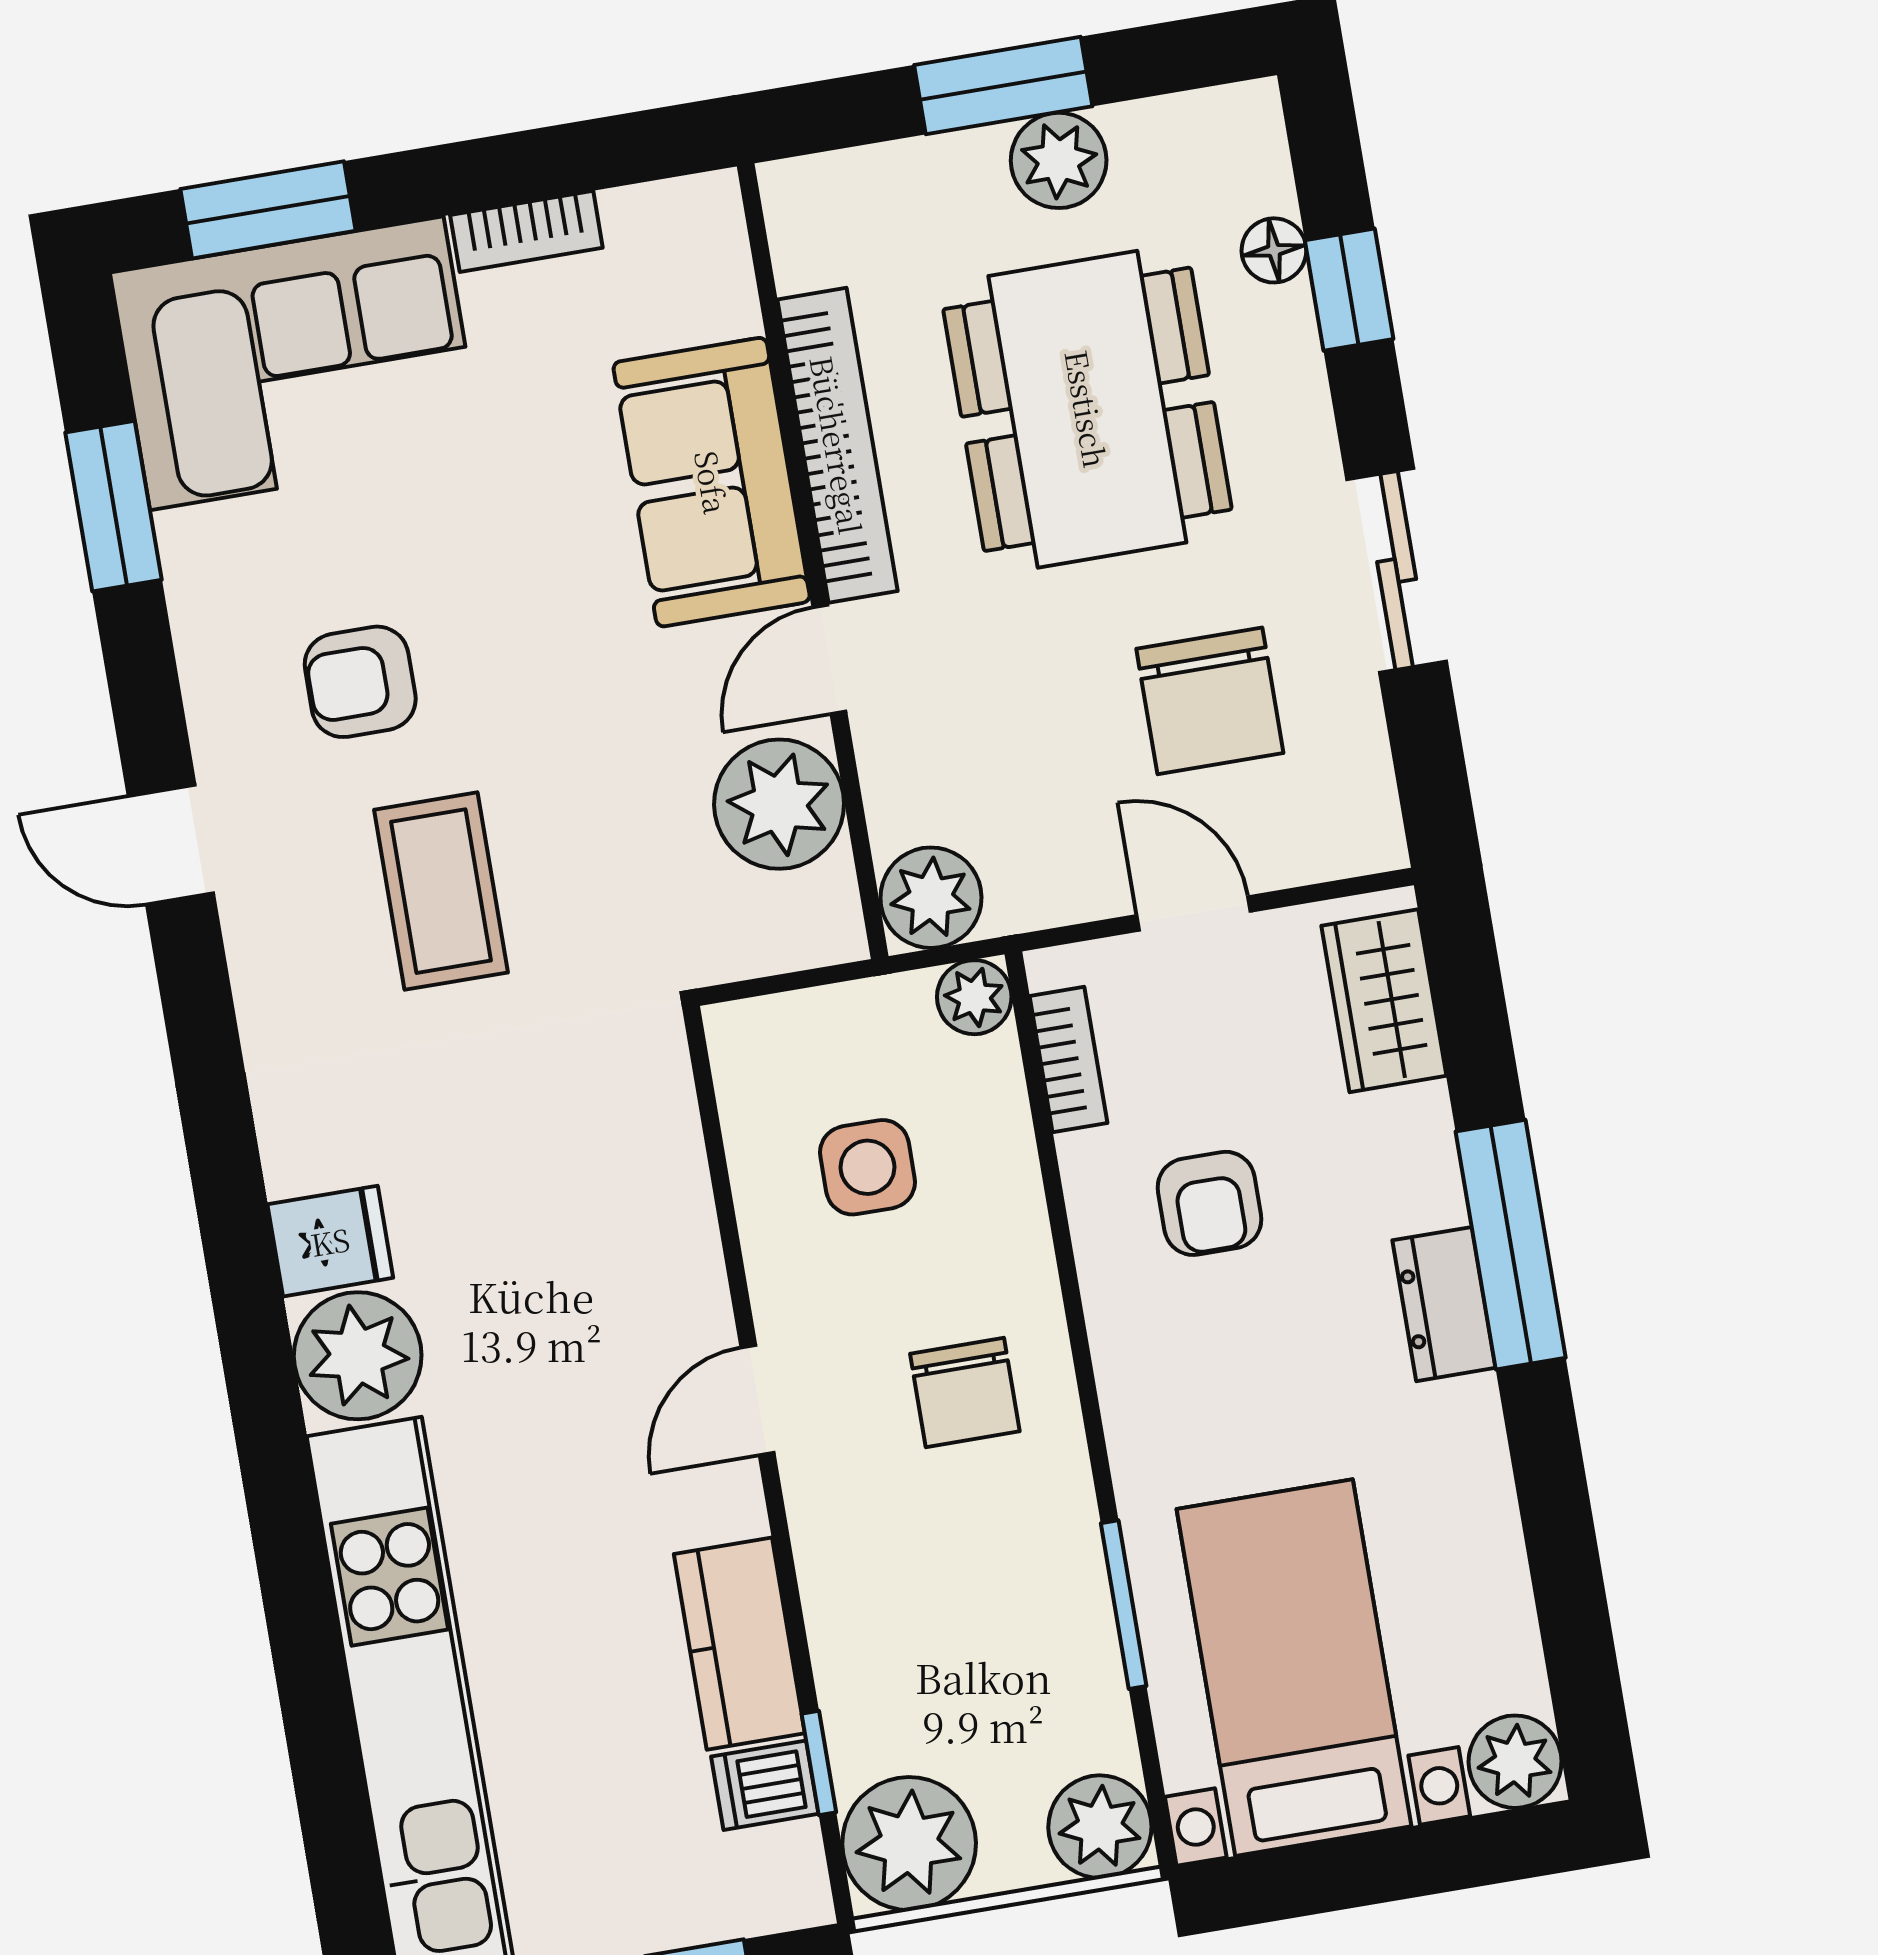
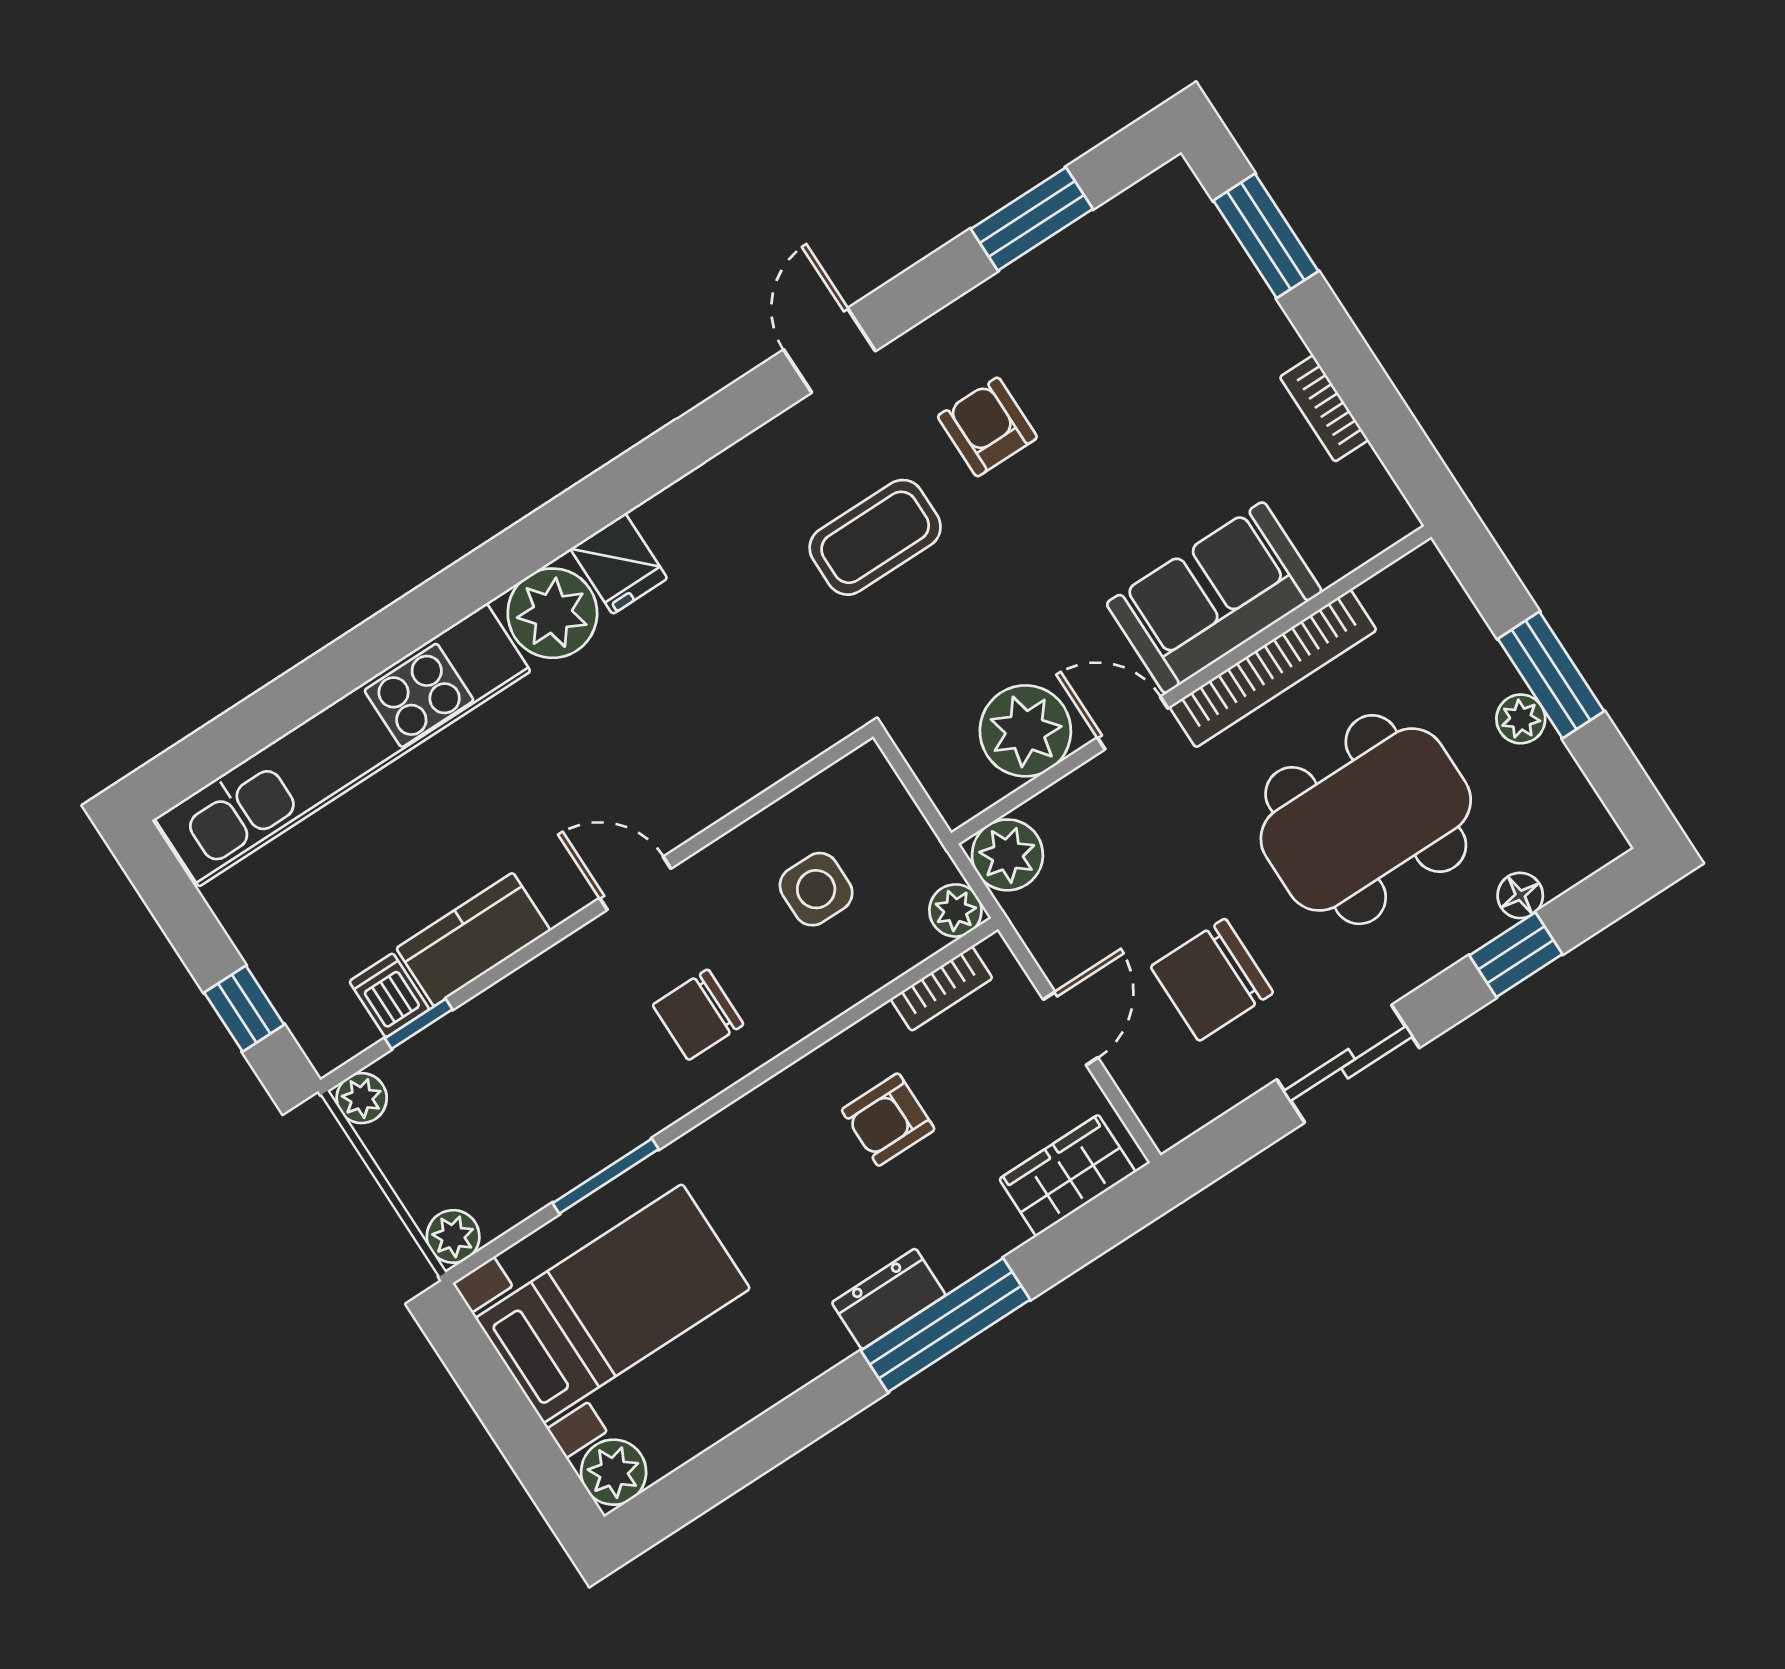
plant: (1059, 160) -> (1521, 719), width x0.73, depth x0.73
corner sofa: (297, 363) -> (1175, 297), removed
plant: (1100, 1827) -> (453, 1236), width x0.73, depth x0.73
plant: (909, 1844) -> (362, 1098), width x0.53, depth x0.53

